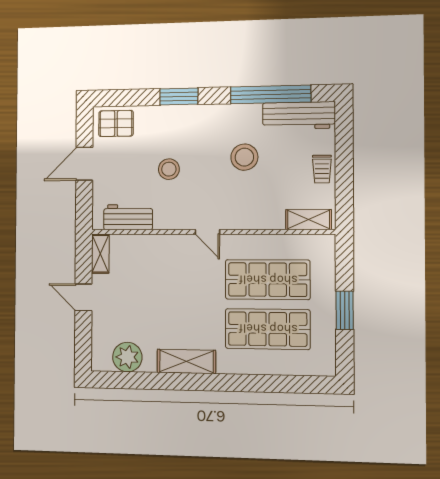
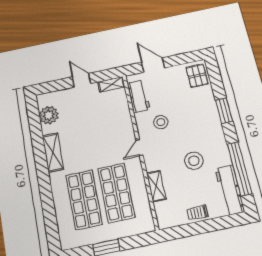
door: (84, 164) -> (153, 65), moved
stool: (169, 169) -> (161, 122), moved
shelving: (309, 220) -> (156, 186), moved
door: (83, 297) -> (82, 80), hinge flipped

